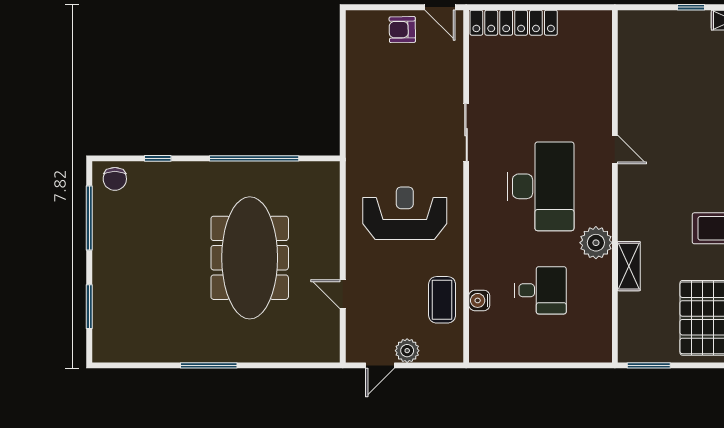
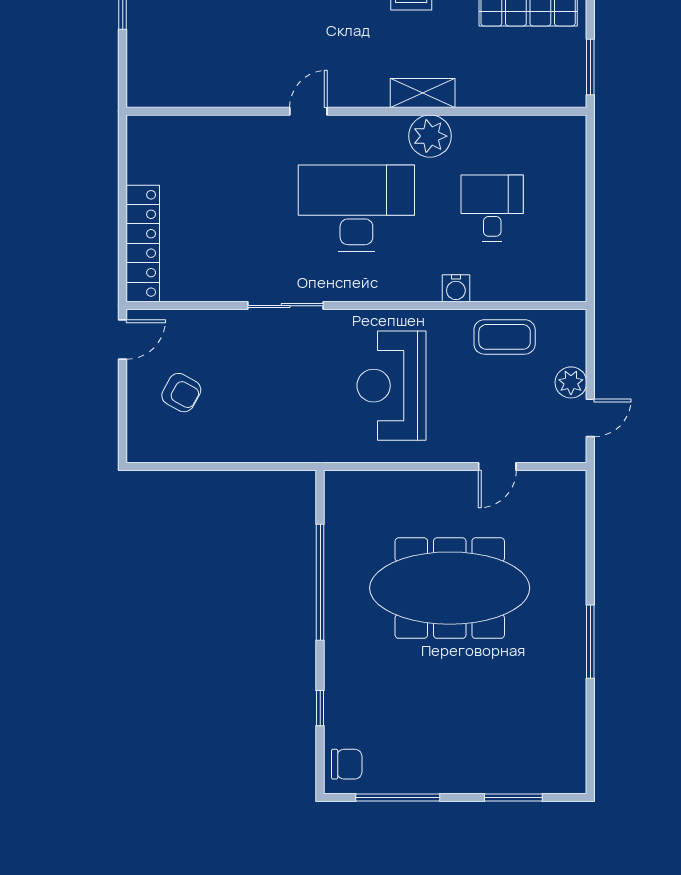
armchair: (402, 30) -> (181, 393), moved, turned -60
shelving: (629, 266) -> (423, 93), moved
water cooler: (479, 300) -> (456, 288), moved
door: (380, 365) -> (590, 418), hinge flipped

